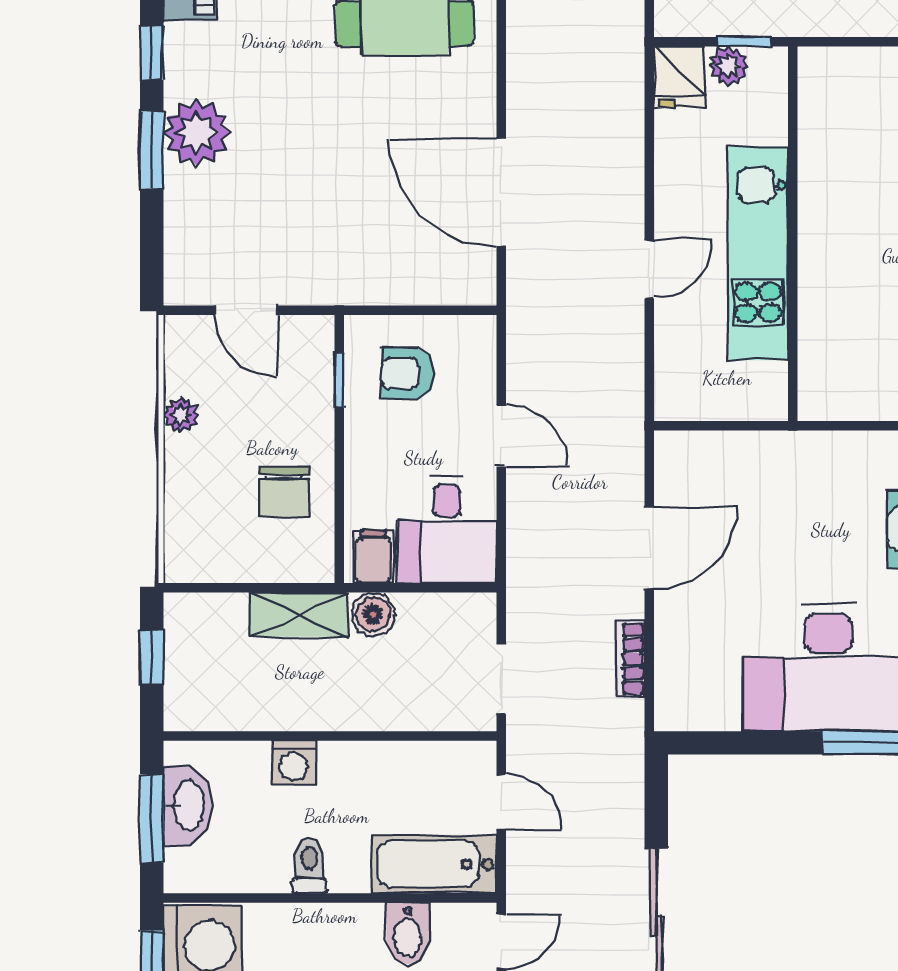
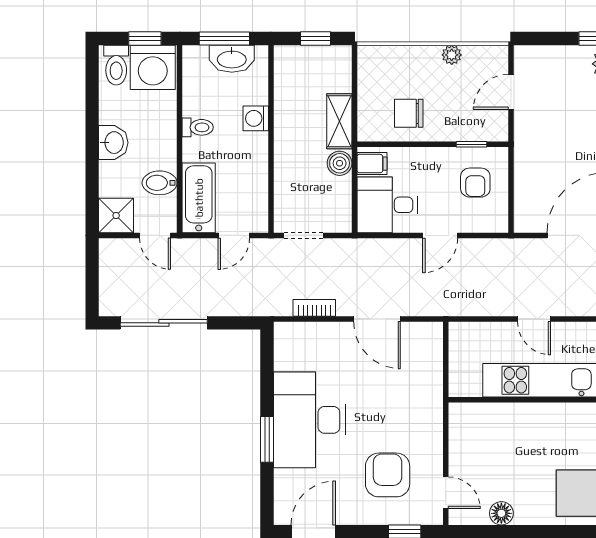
armchair: (407, 373) -> (475, 183), turned 180

